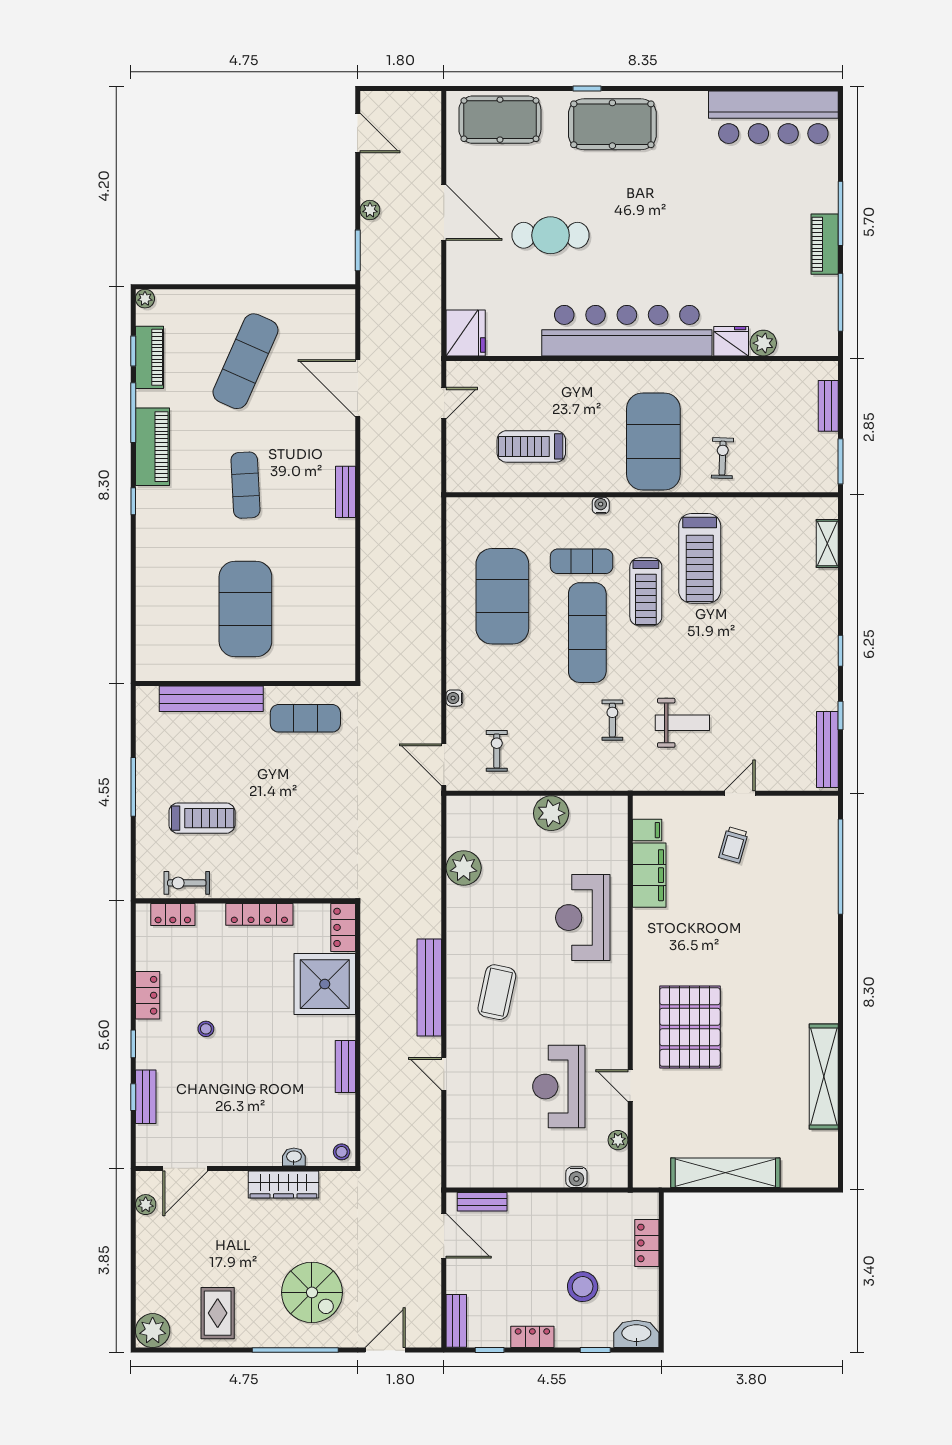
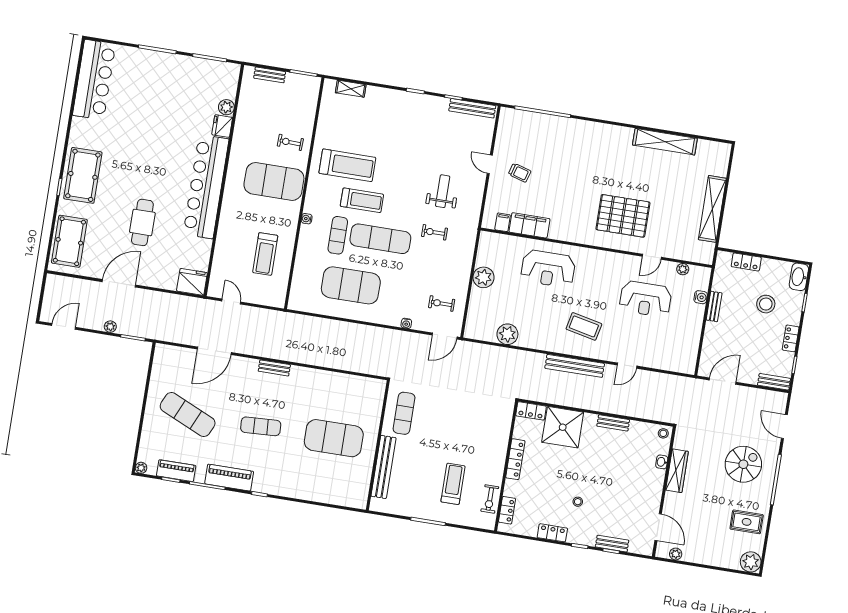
piano: (825, 244) -> (174, 62), removed
bench: (482, 1202) -> (714, 306), moved

